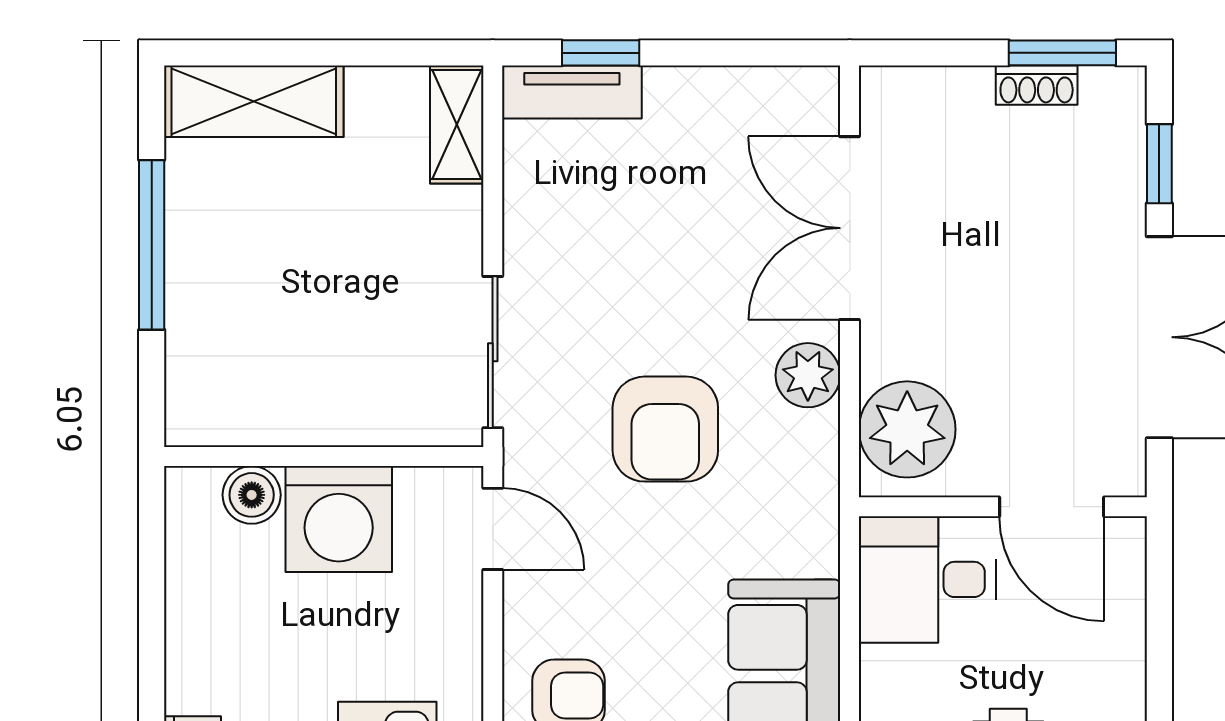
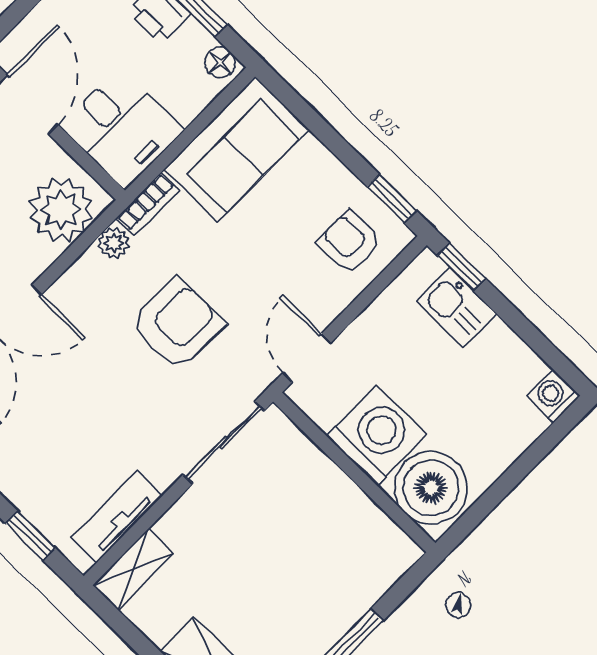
tv unit: (572, 92) -> (117, 517), moved, turned -90
plant: (808, 375) -> (114, 243), moved, width x0.73, depth x0.73
boiler: (252, 495) -> (431, 488), width x1.86, depth x1.86
bookcase: (821, 526) -> (148, 204), added

